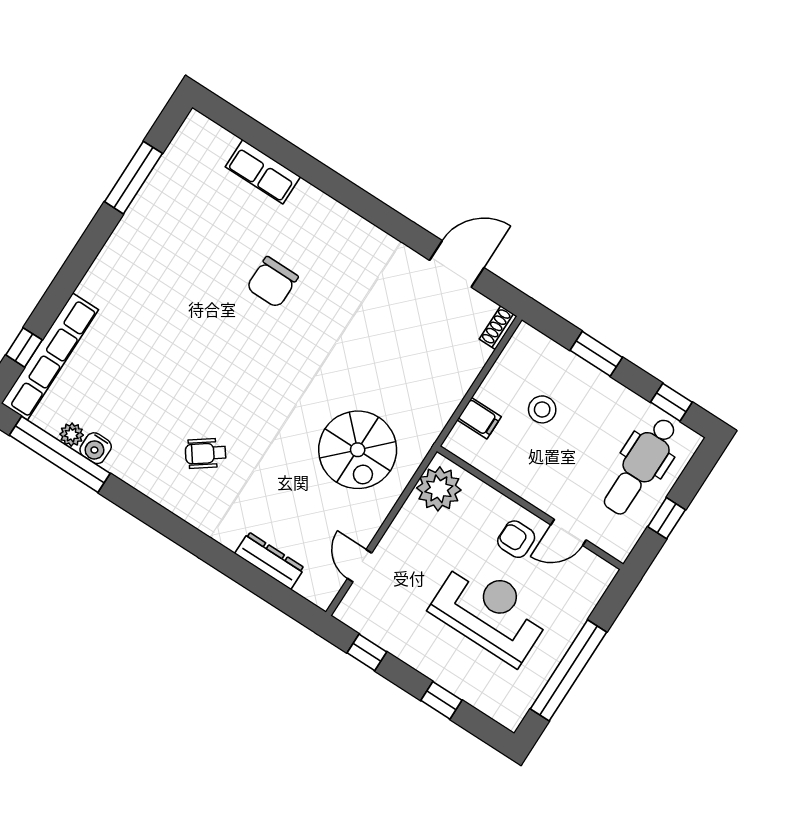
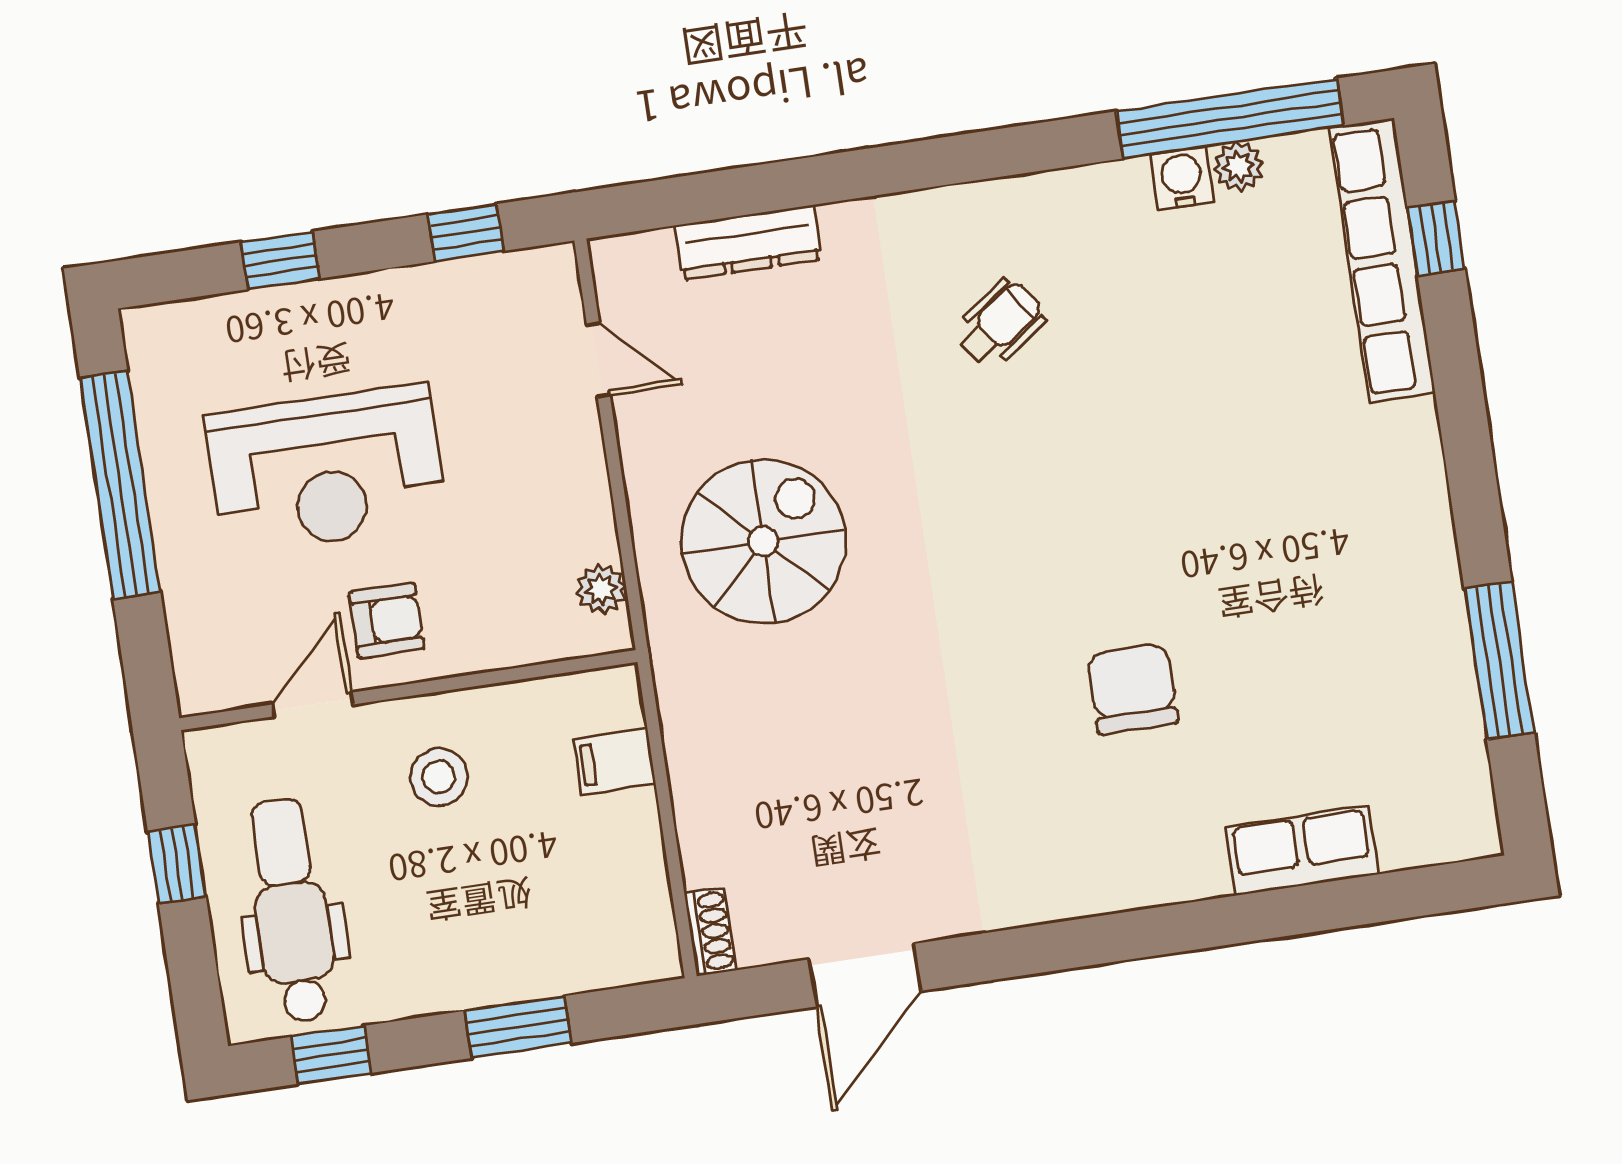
stool: (542, 409) -> (439, 777), moved
spiral stairs: (358, 450) -> (763, 541), turned 90
plant: (439, 489) -> (601, 589), width x0.53, depth x0.53

